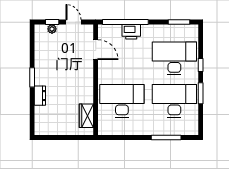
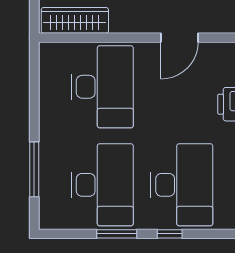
door: (96, 50) -> (179, 38), moved
wardrobe: (86, 116) -> (75, 20), width x1.50

